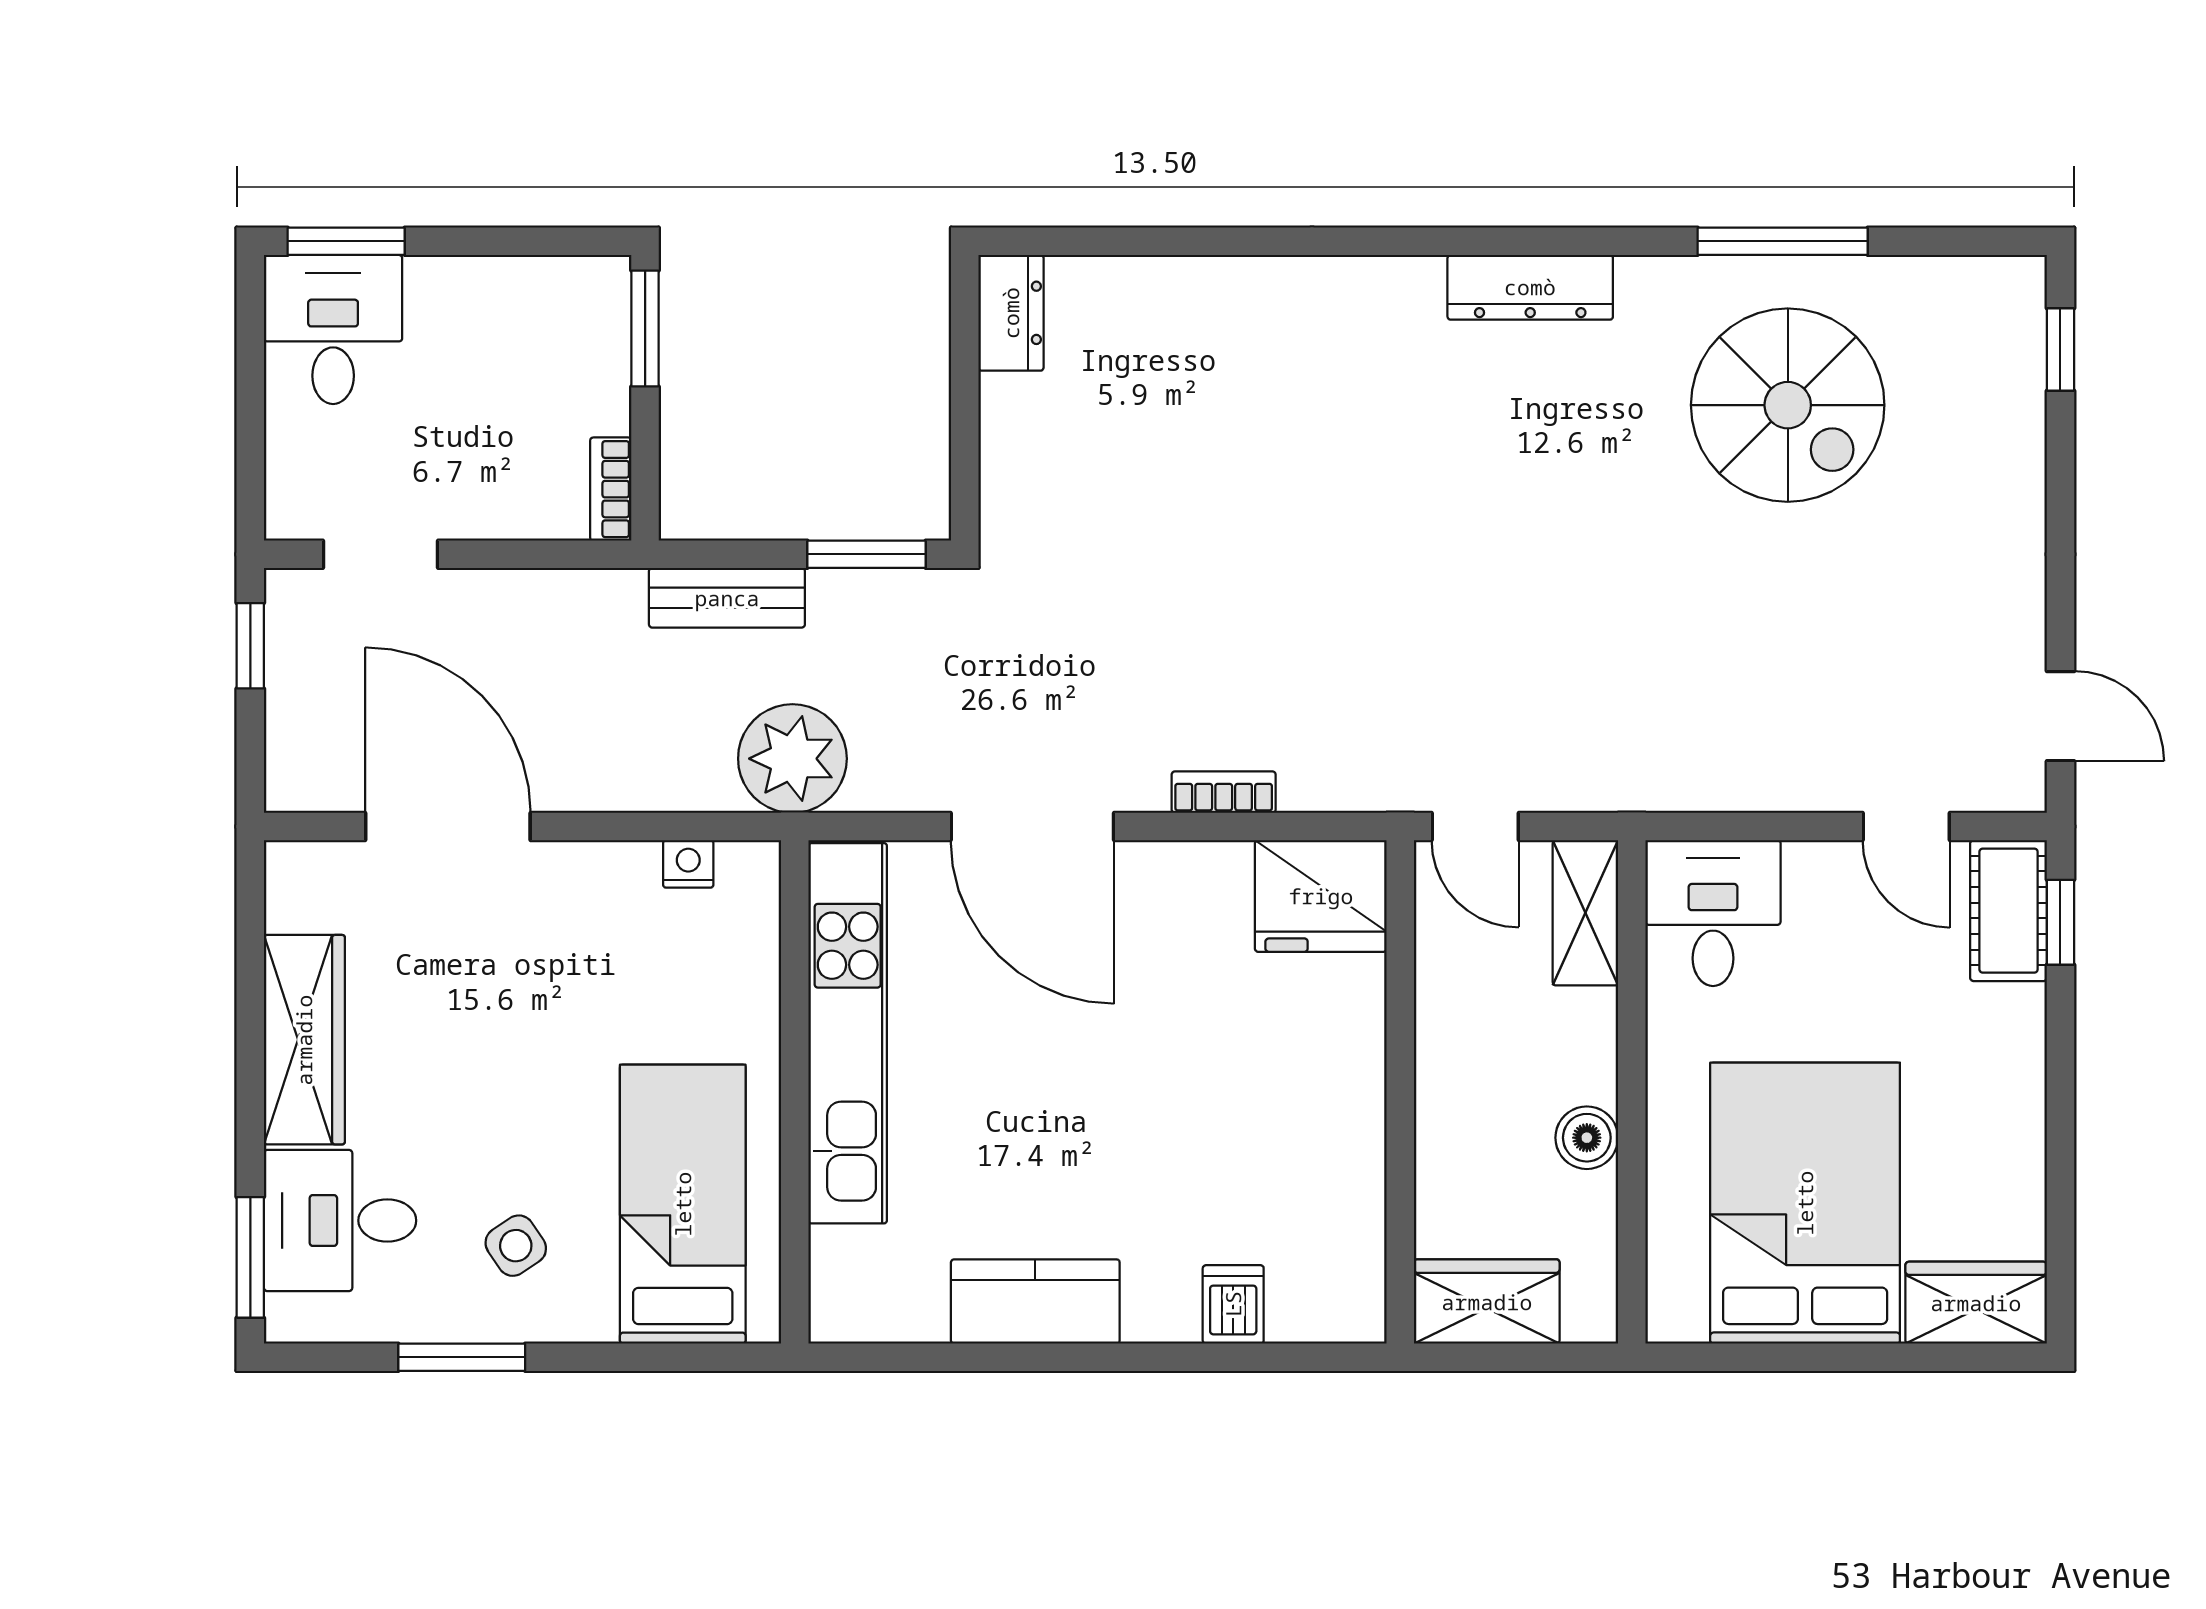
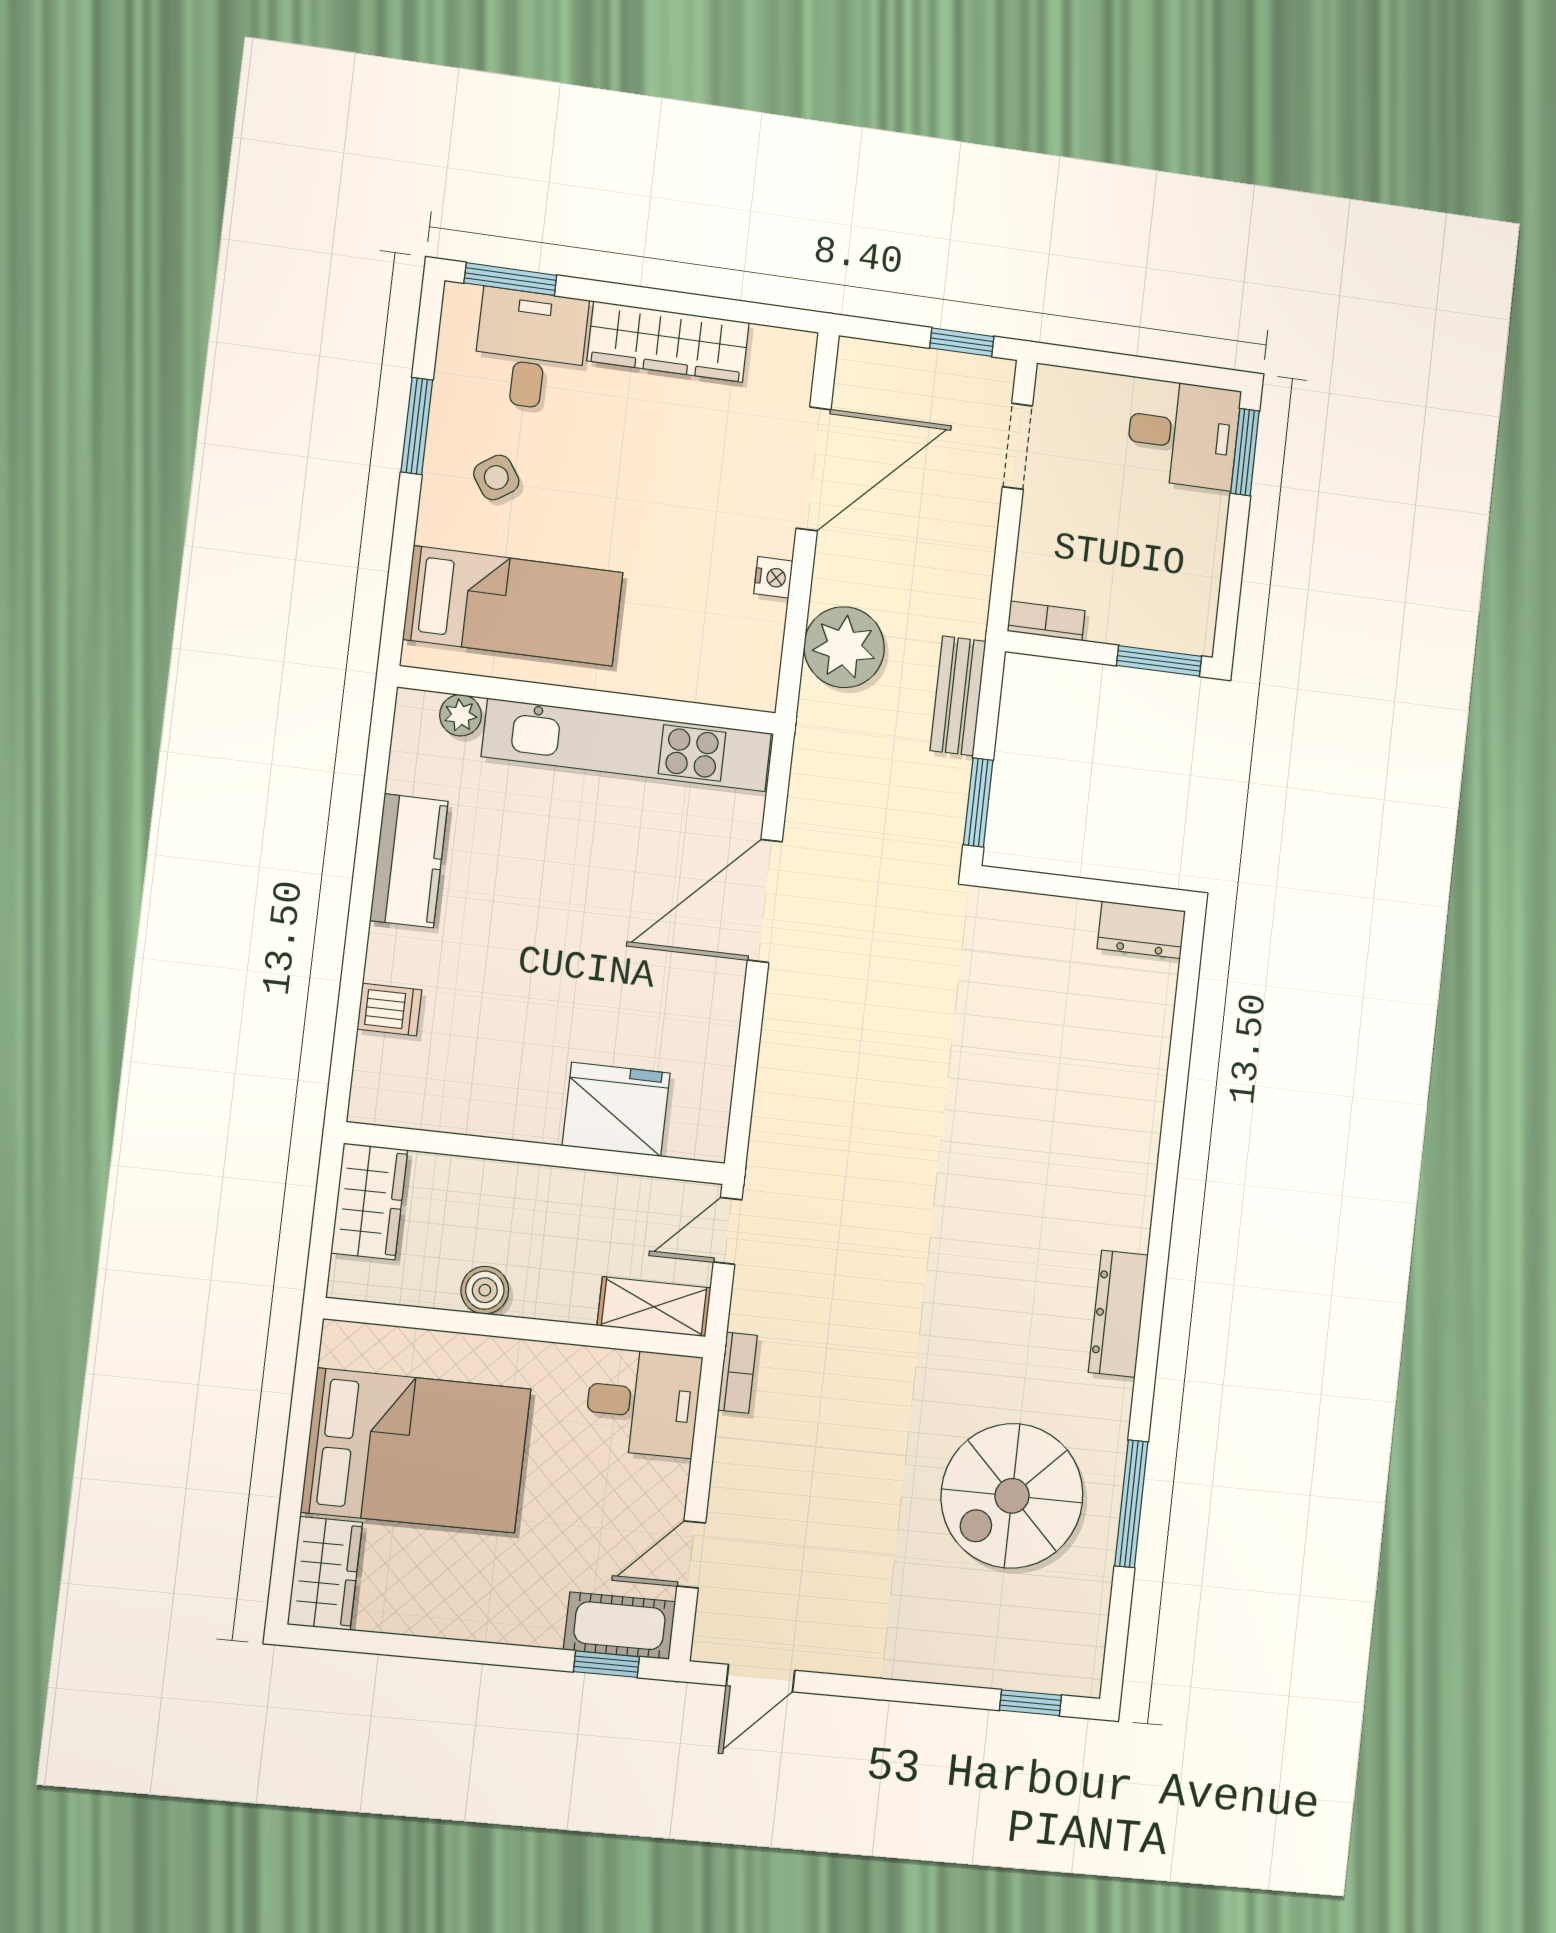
plant: (792, 759) -> (844, 647), moved
bookcase: (1224, 792) -> (738, 1373), moved
nightstand: (688, 864) -> (773, 577), moved
fridge: (1321, 896) -> (616, 1109), moved, turned 90
plant: (836, 1256) -> (461, 715), added

